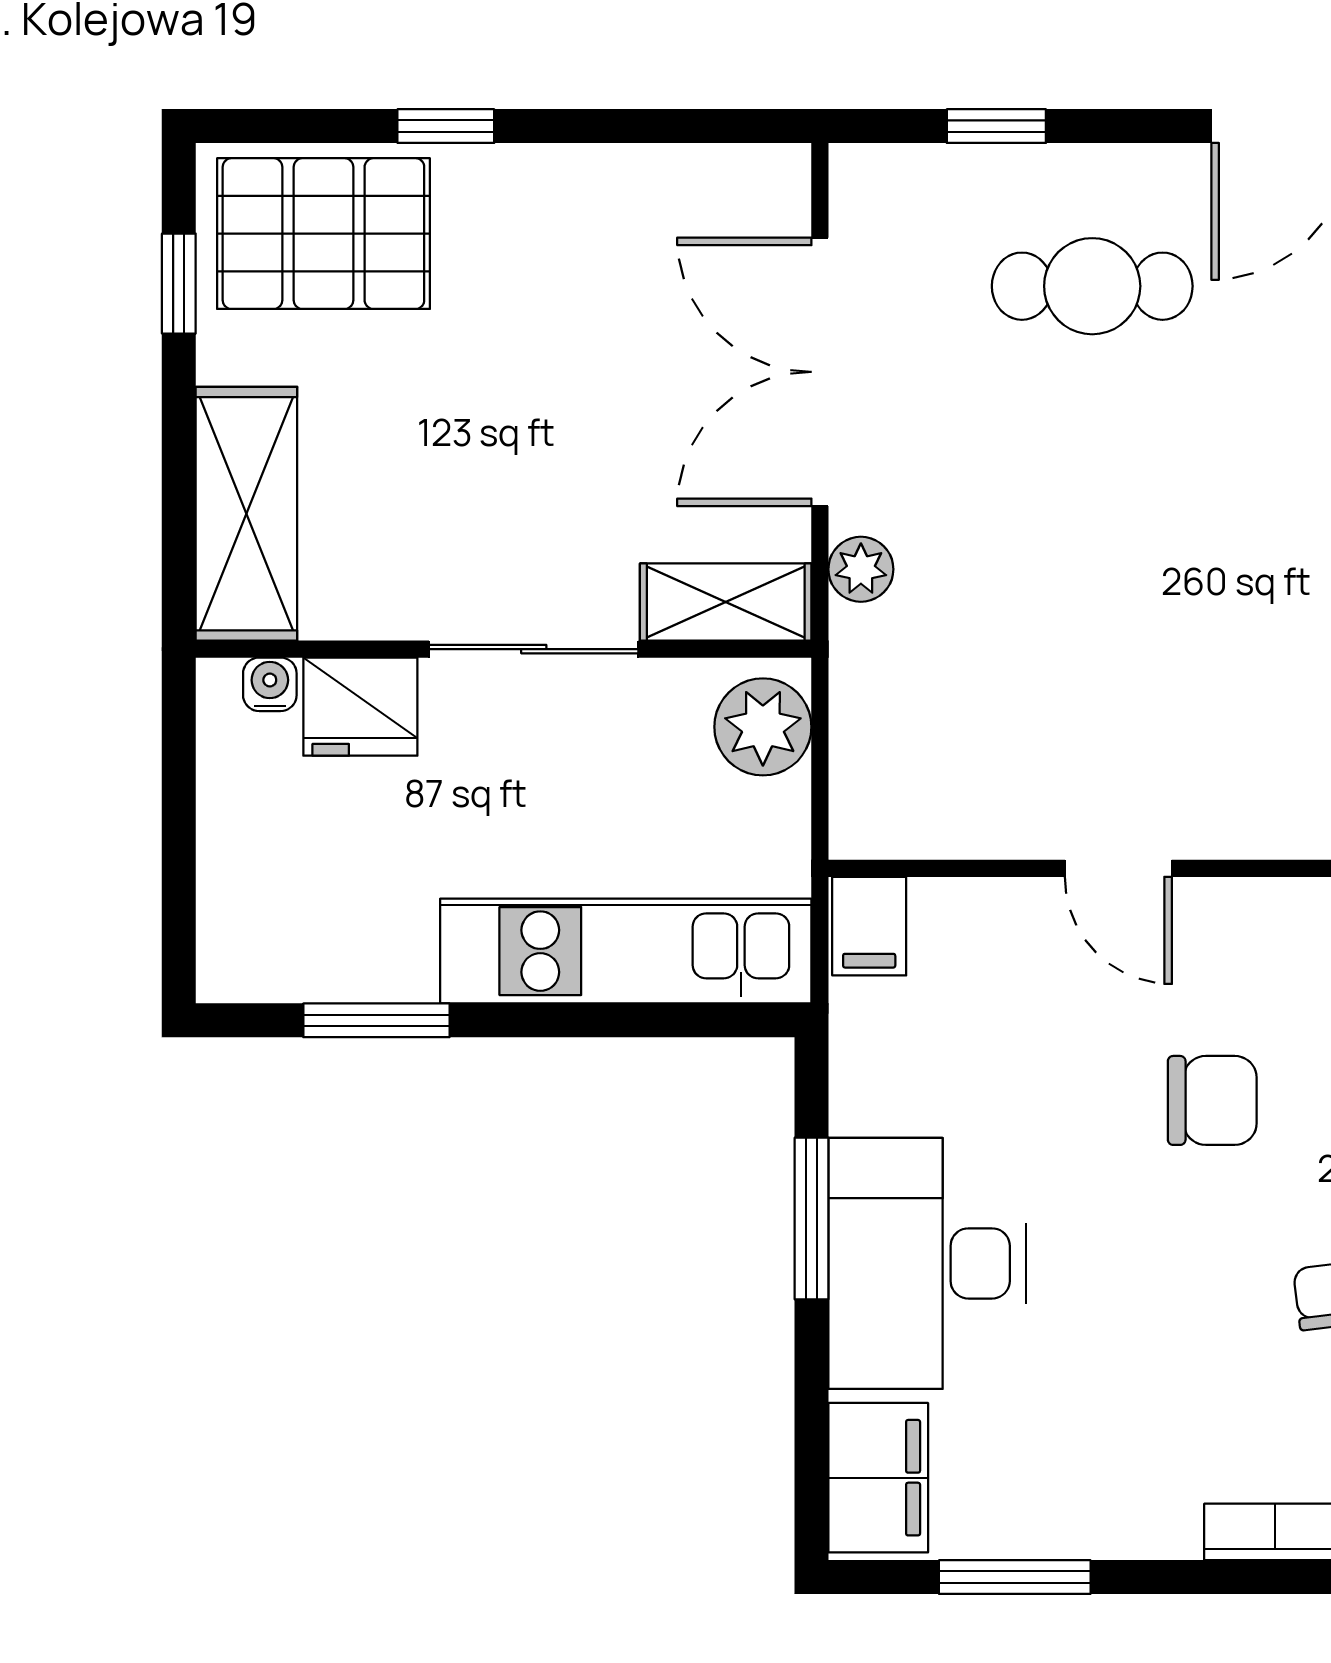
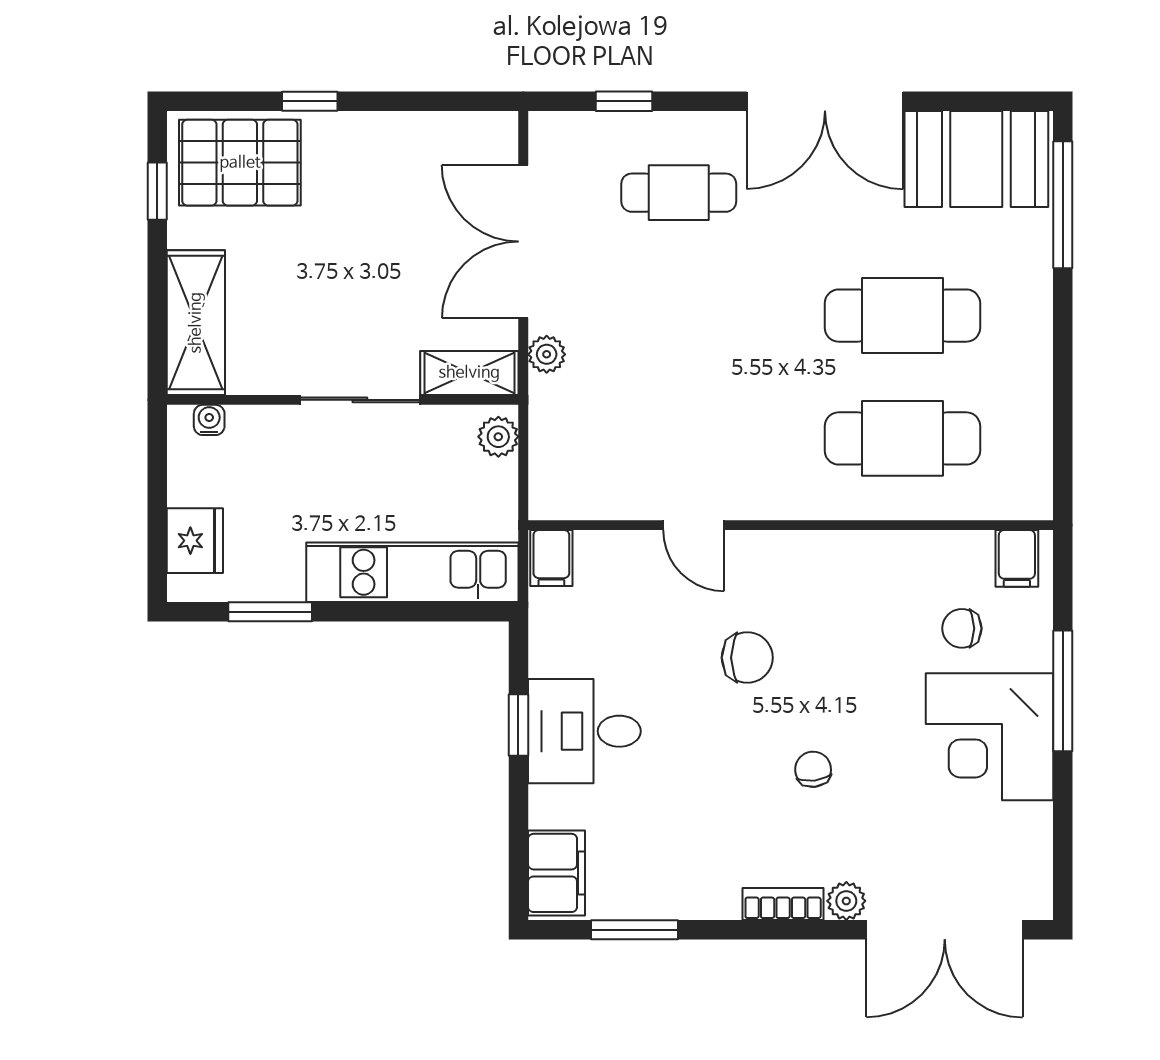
fridge: (360, 707) -> (195, 541), moved, turned -90
plant: (763, 727) -> (498, 437), width x0.73, depth x0.73
window: (811, 1219) -> (518, 725), width x0.67
desk: (927, 1263) -> (584, 731), width x0.73

